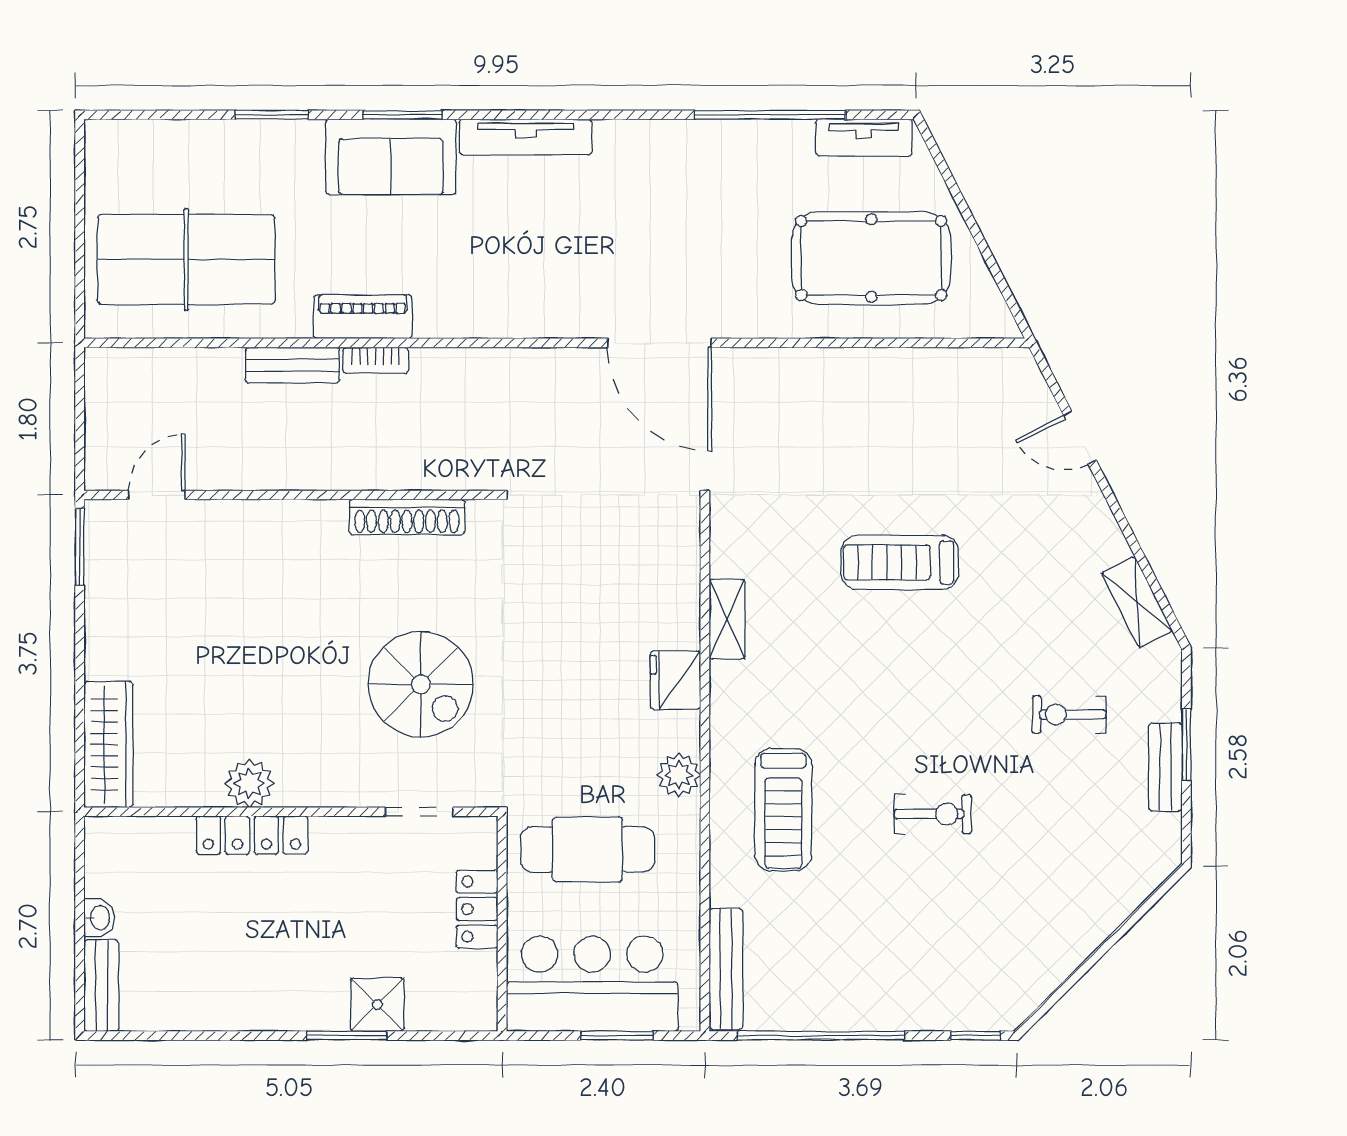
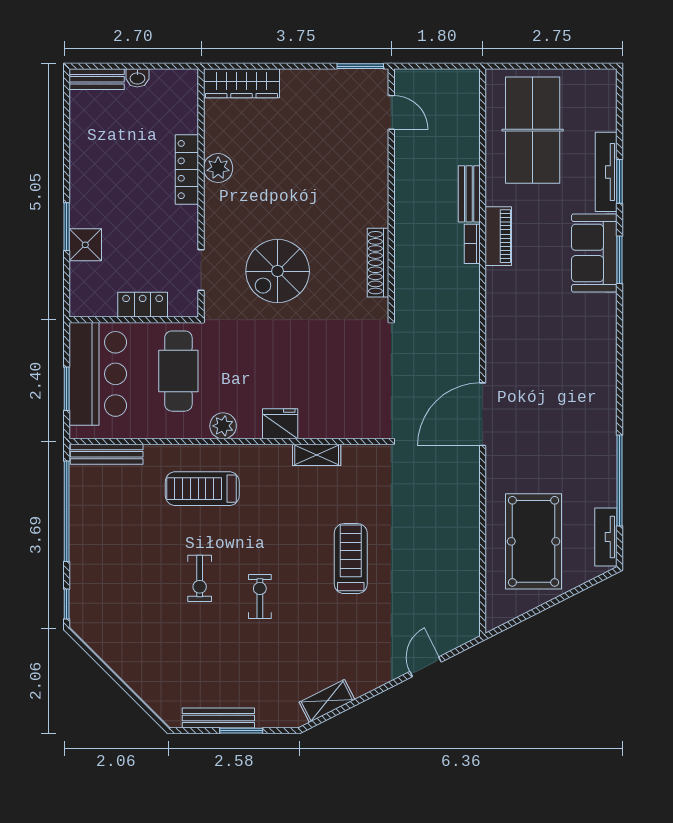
tv unit: (526, 137) -> (606, 172), moved
exercise bike: (1069, 714) -> (260, 596), moved
bench: (1165, 767) -> (218, 718), width x1.36

